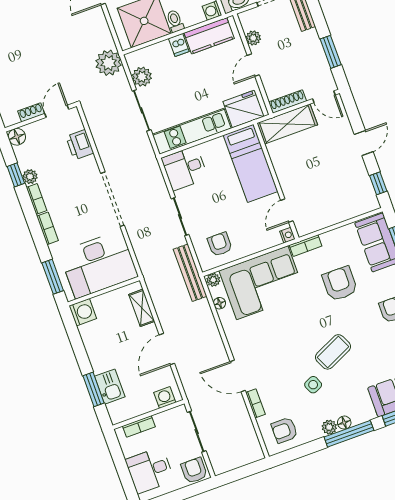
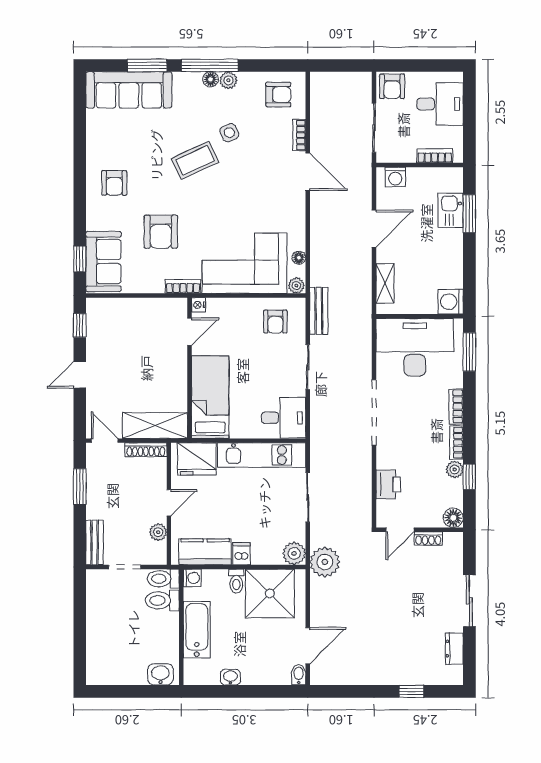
plant: (142, 77) -> (294, 553), moved
bench: (190, 273) -> (319, 311), width x0.73

